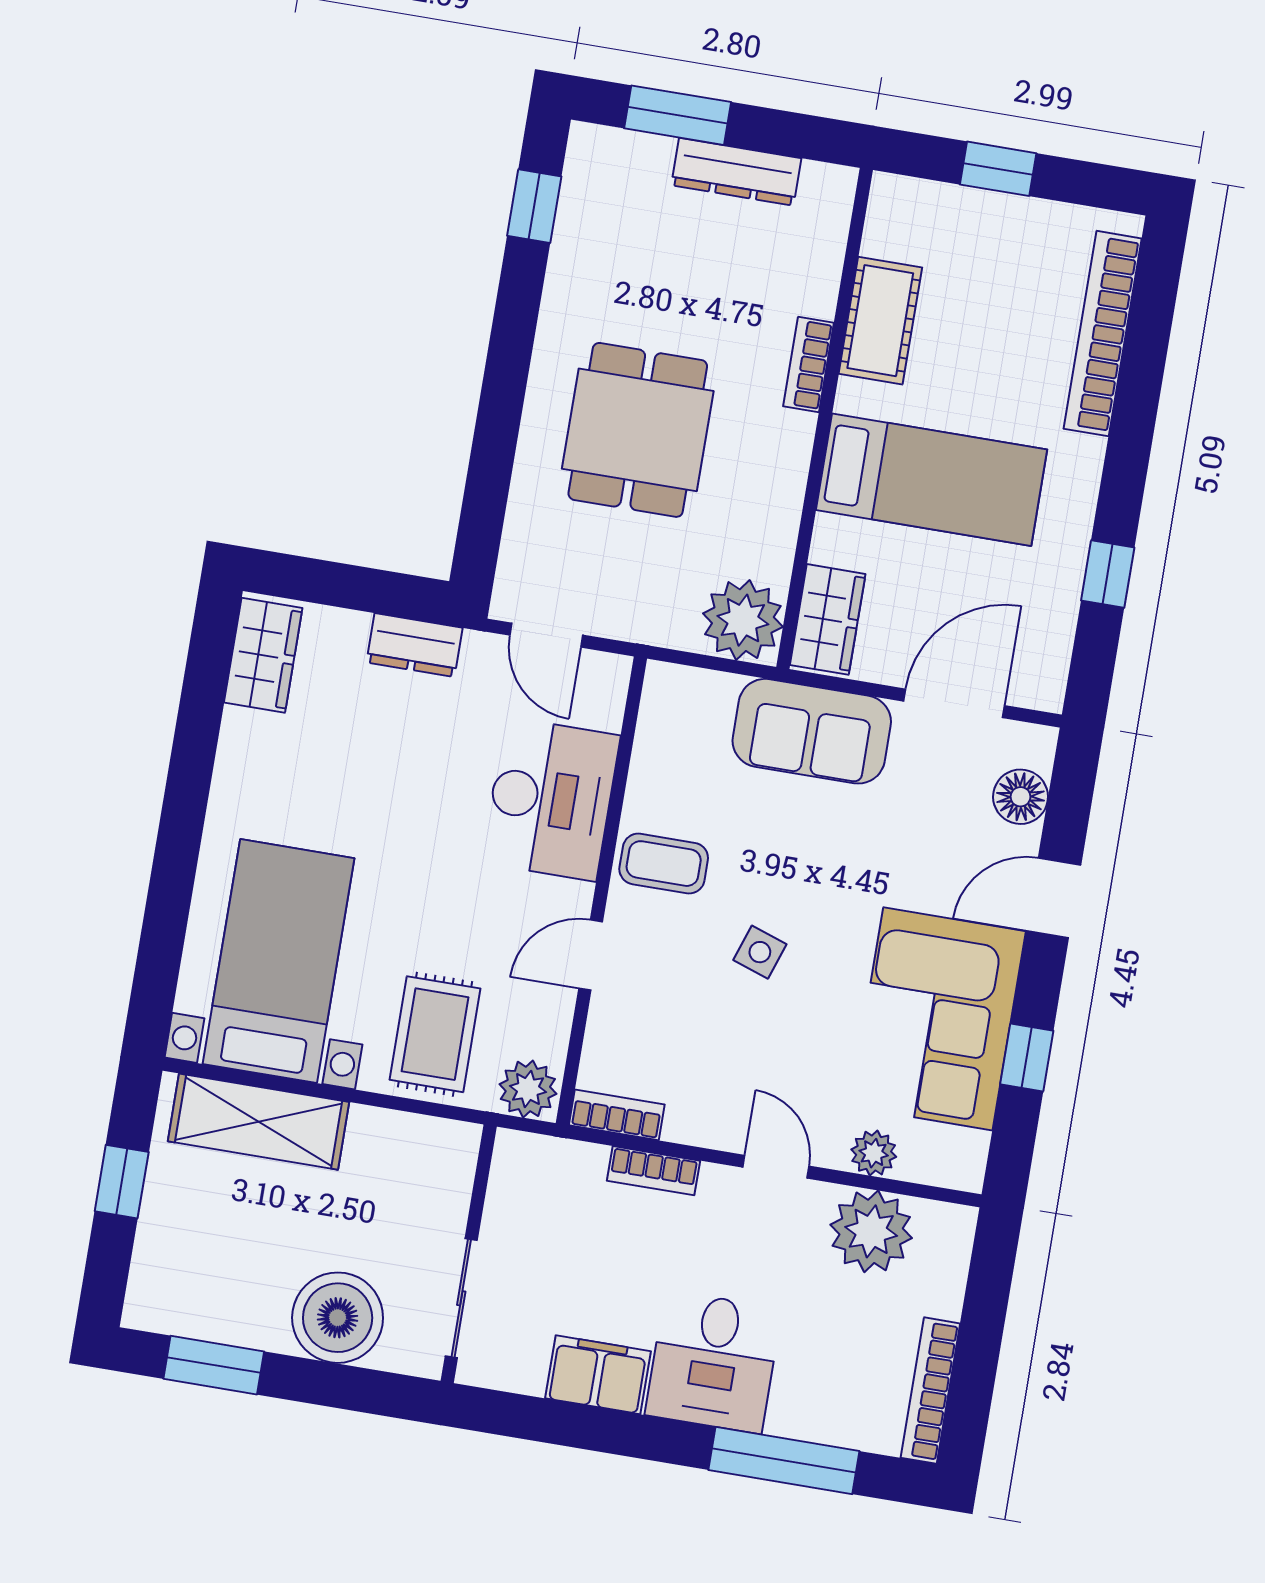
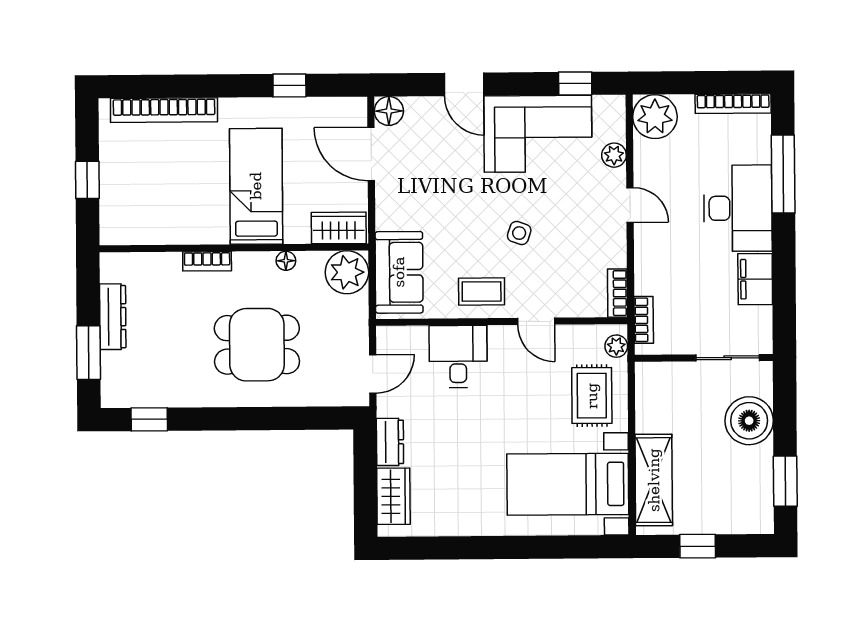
cot: (880, 321) -> (178, 228), removed
floor lamp: (784, 511) -> (286, 261), added
wardrobe: (263, 655) -> (393, 496), moved, turned 90
sofa: (812, 731) -> (399, 272), moved
floor lamp: (1021, 797) -> (389, 111), moved
desk: (551, 799) -> (458, 356), width x0.73
coffee table: (664, 864) -> (482, 291), turned 90
rug: (435, 1034) -> (592, 396), turned 90
window: (1027, 1057) -> (575, 83), moved
plant: (528, 1089) -> (616, 346), width x0.73, depth x0.73
door: (776, 1167) -> (630, 205), swing flipped
bookcase: (653, 1171) -> (644, 320), moved
plant: (871, 1231) -> (655, 117), moved
desk: (713, 1362) -> (738, 208), width x1.37

